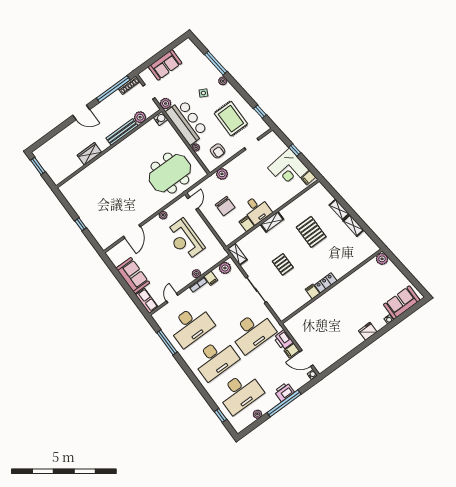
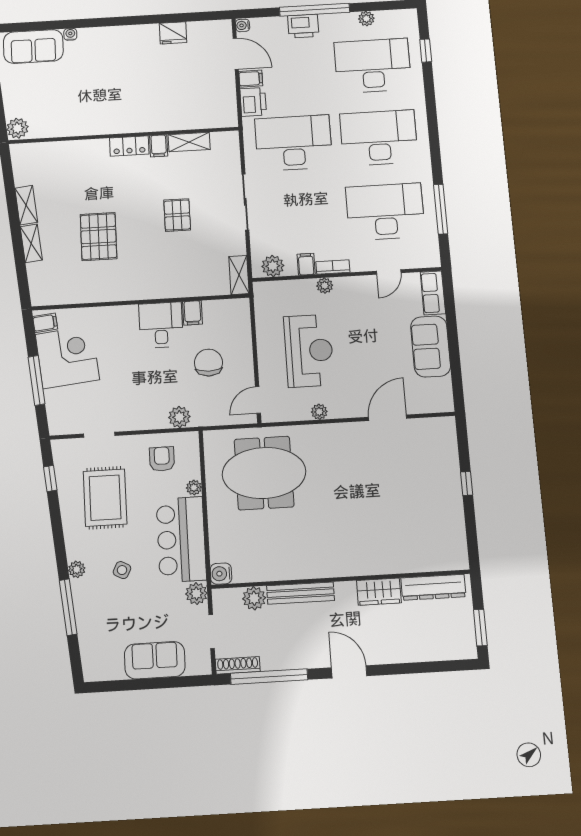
window: (295, 150) -> (37, 380), width x2.17
dresser: (68, 170) -> (433, 587), added
shelving: (272, 222) -> (189, 142), moved
fridge: (368, 331) -> (173, 33), moved

